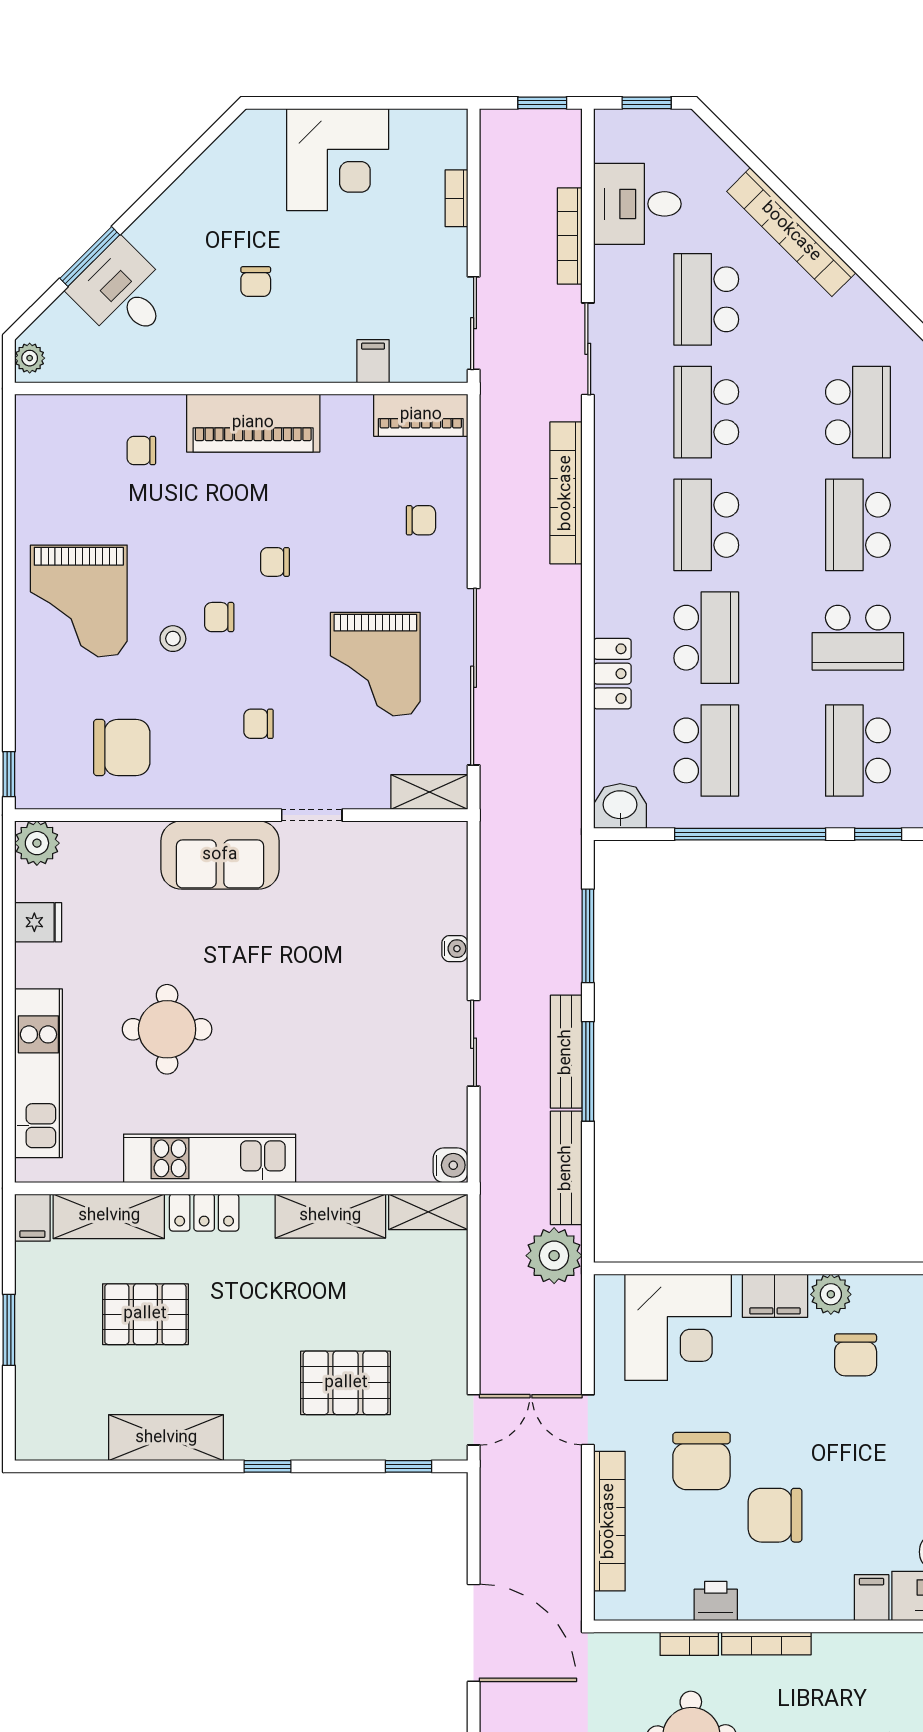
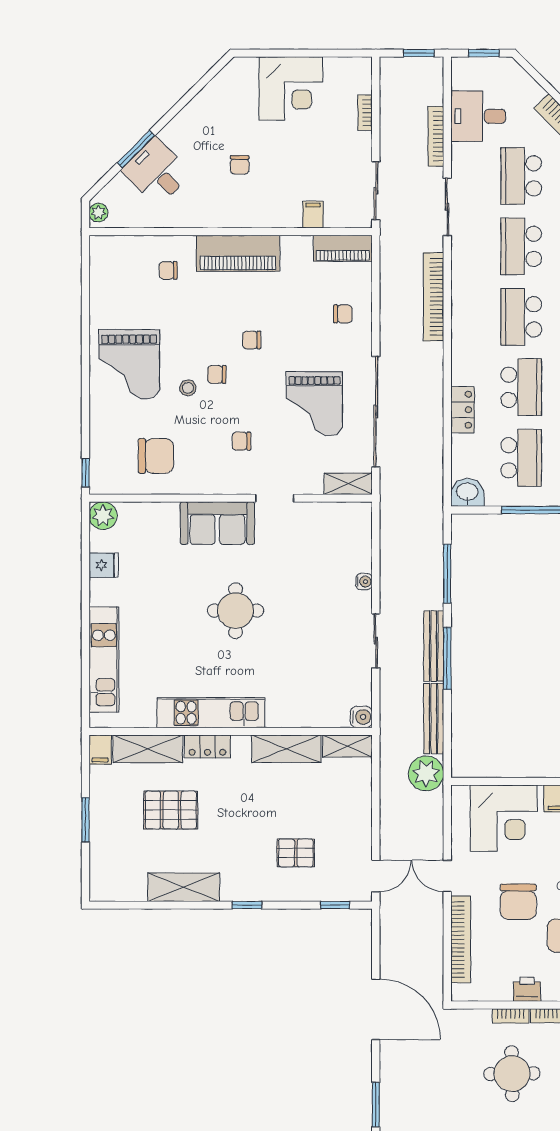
round table: (167, 1029) -> (235, 611), moved
pallet: (346, 1383) -> (296, 853), width x0.67, depth x0.71

